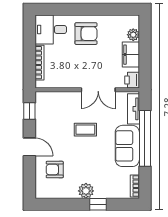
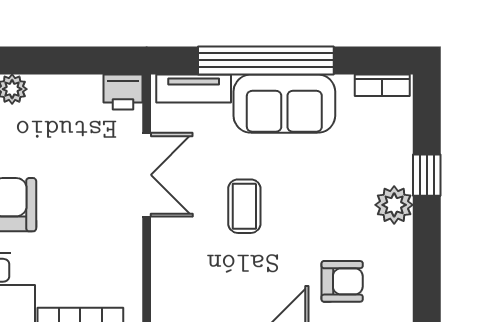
filing cabinet: (131, 55) -> (61, 95), removed
armchair: (55, 170) -> (342, 281), turned -90

